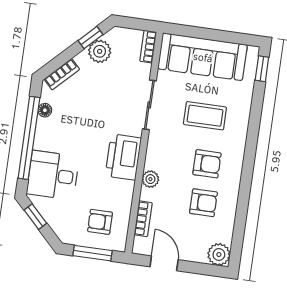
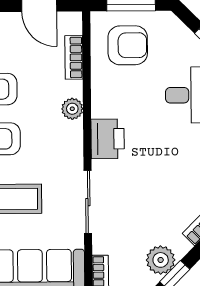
printer: (123, 157) -> (108, 139), width x0.73, depth x0.84
armchair: (100, 222) -> (128, 45), width x1.38, depth x1.38

